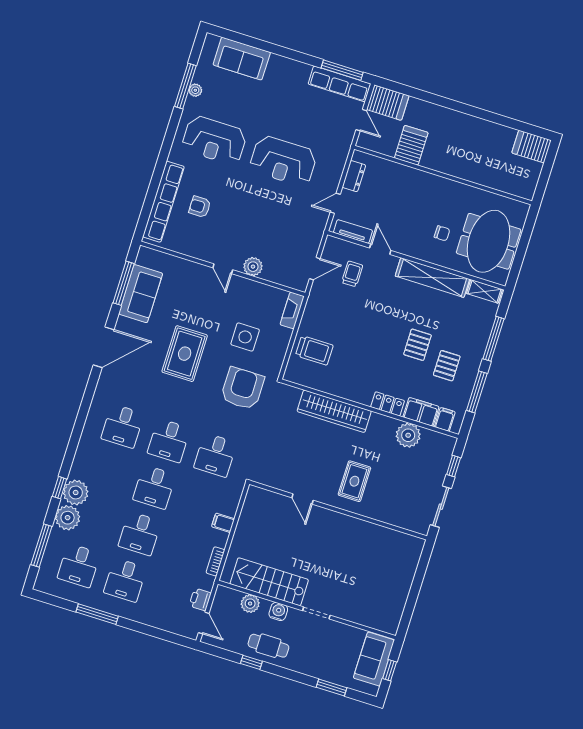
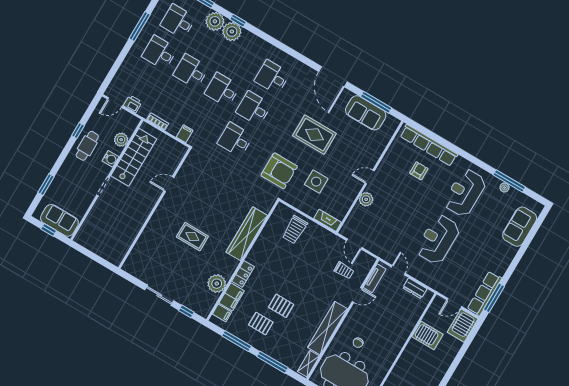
door: (302, 499) -> (169, 184), moved
wall: (338, 510) -> (155, 208), moved

